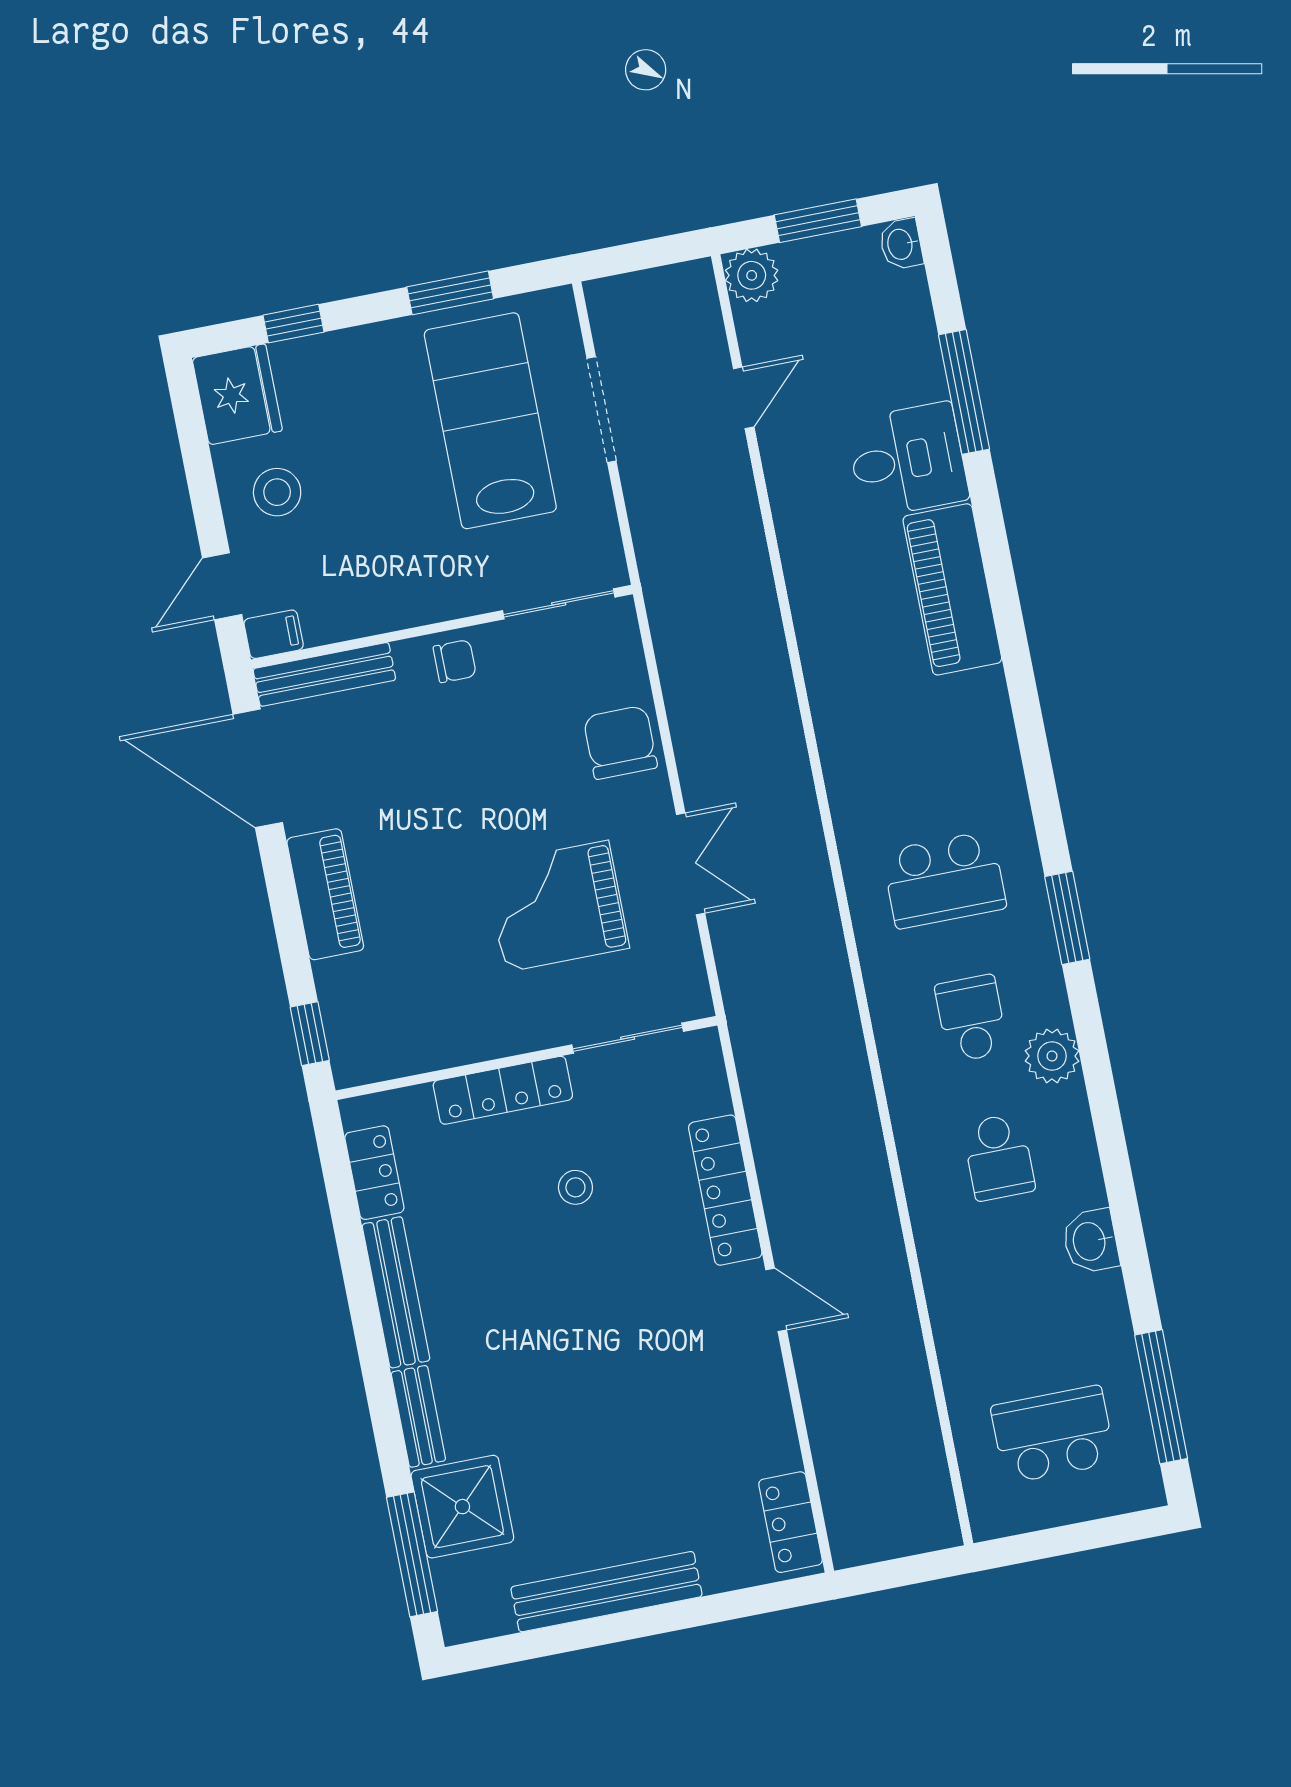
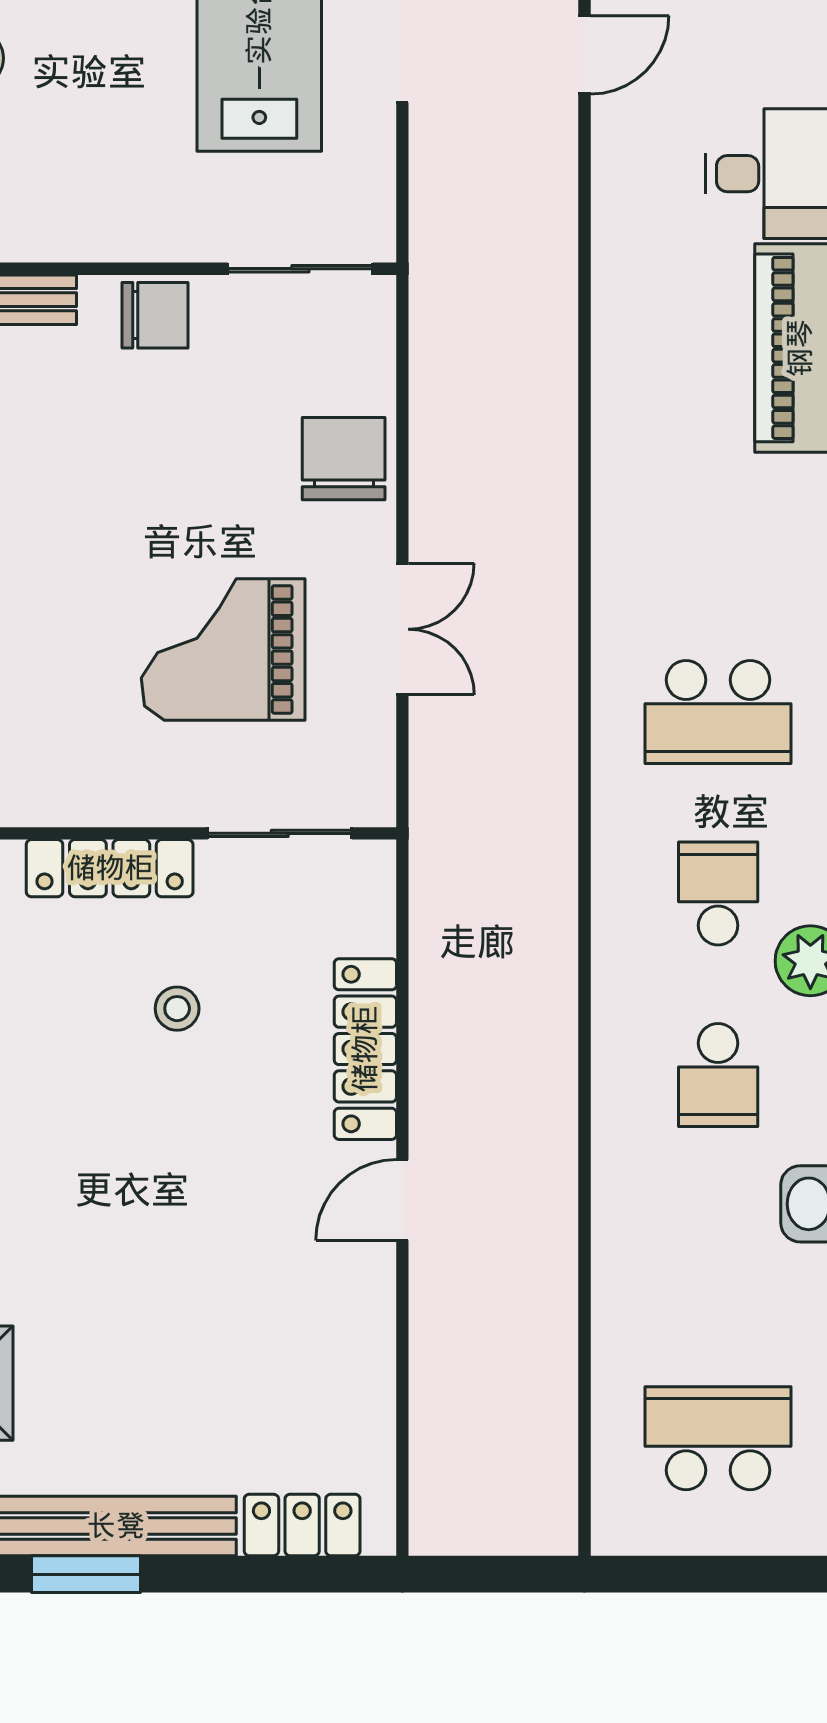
chair: (455, 661) -> (155, 315), width x1.37, depth x1.37
door: (776, 1300) -> (402, 1200), swing flipped
locker: (790, 1522) -> (302, 1525), moved, turned 90
window: (591, 1633) -> (86, 1574), added

